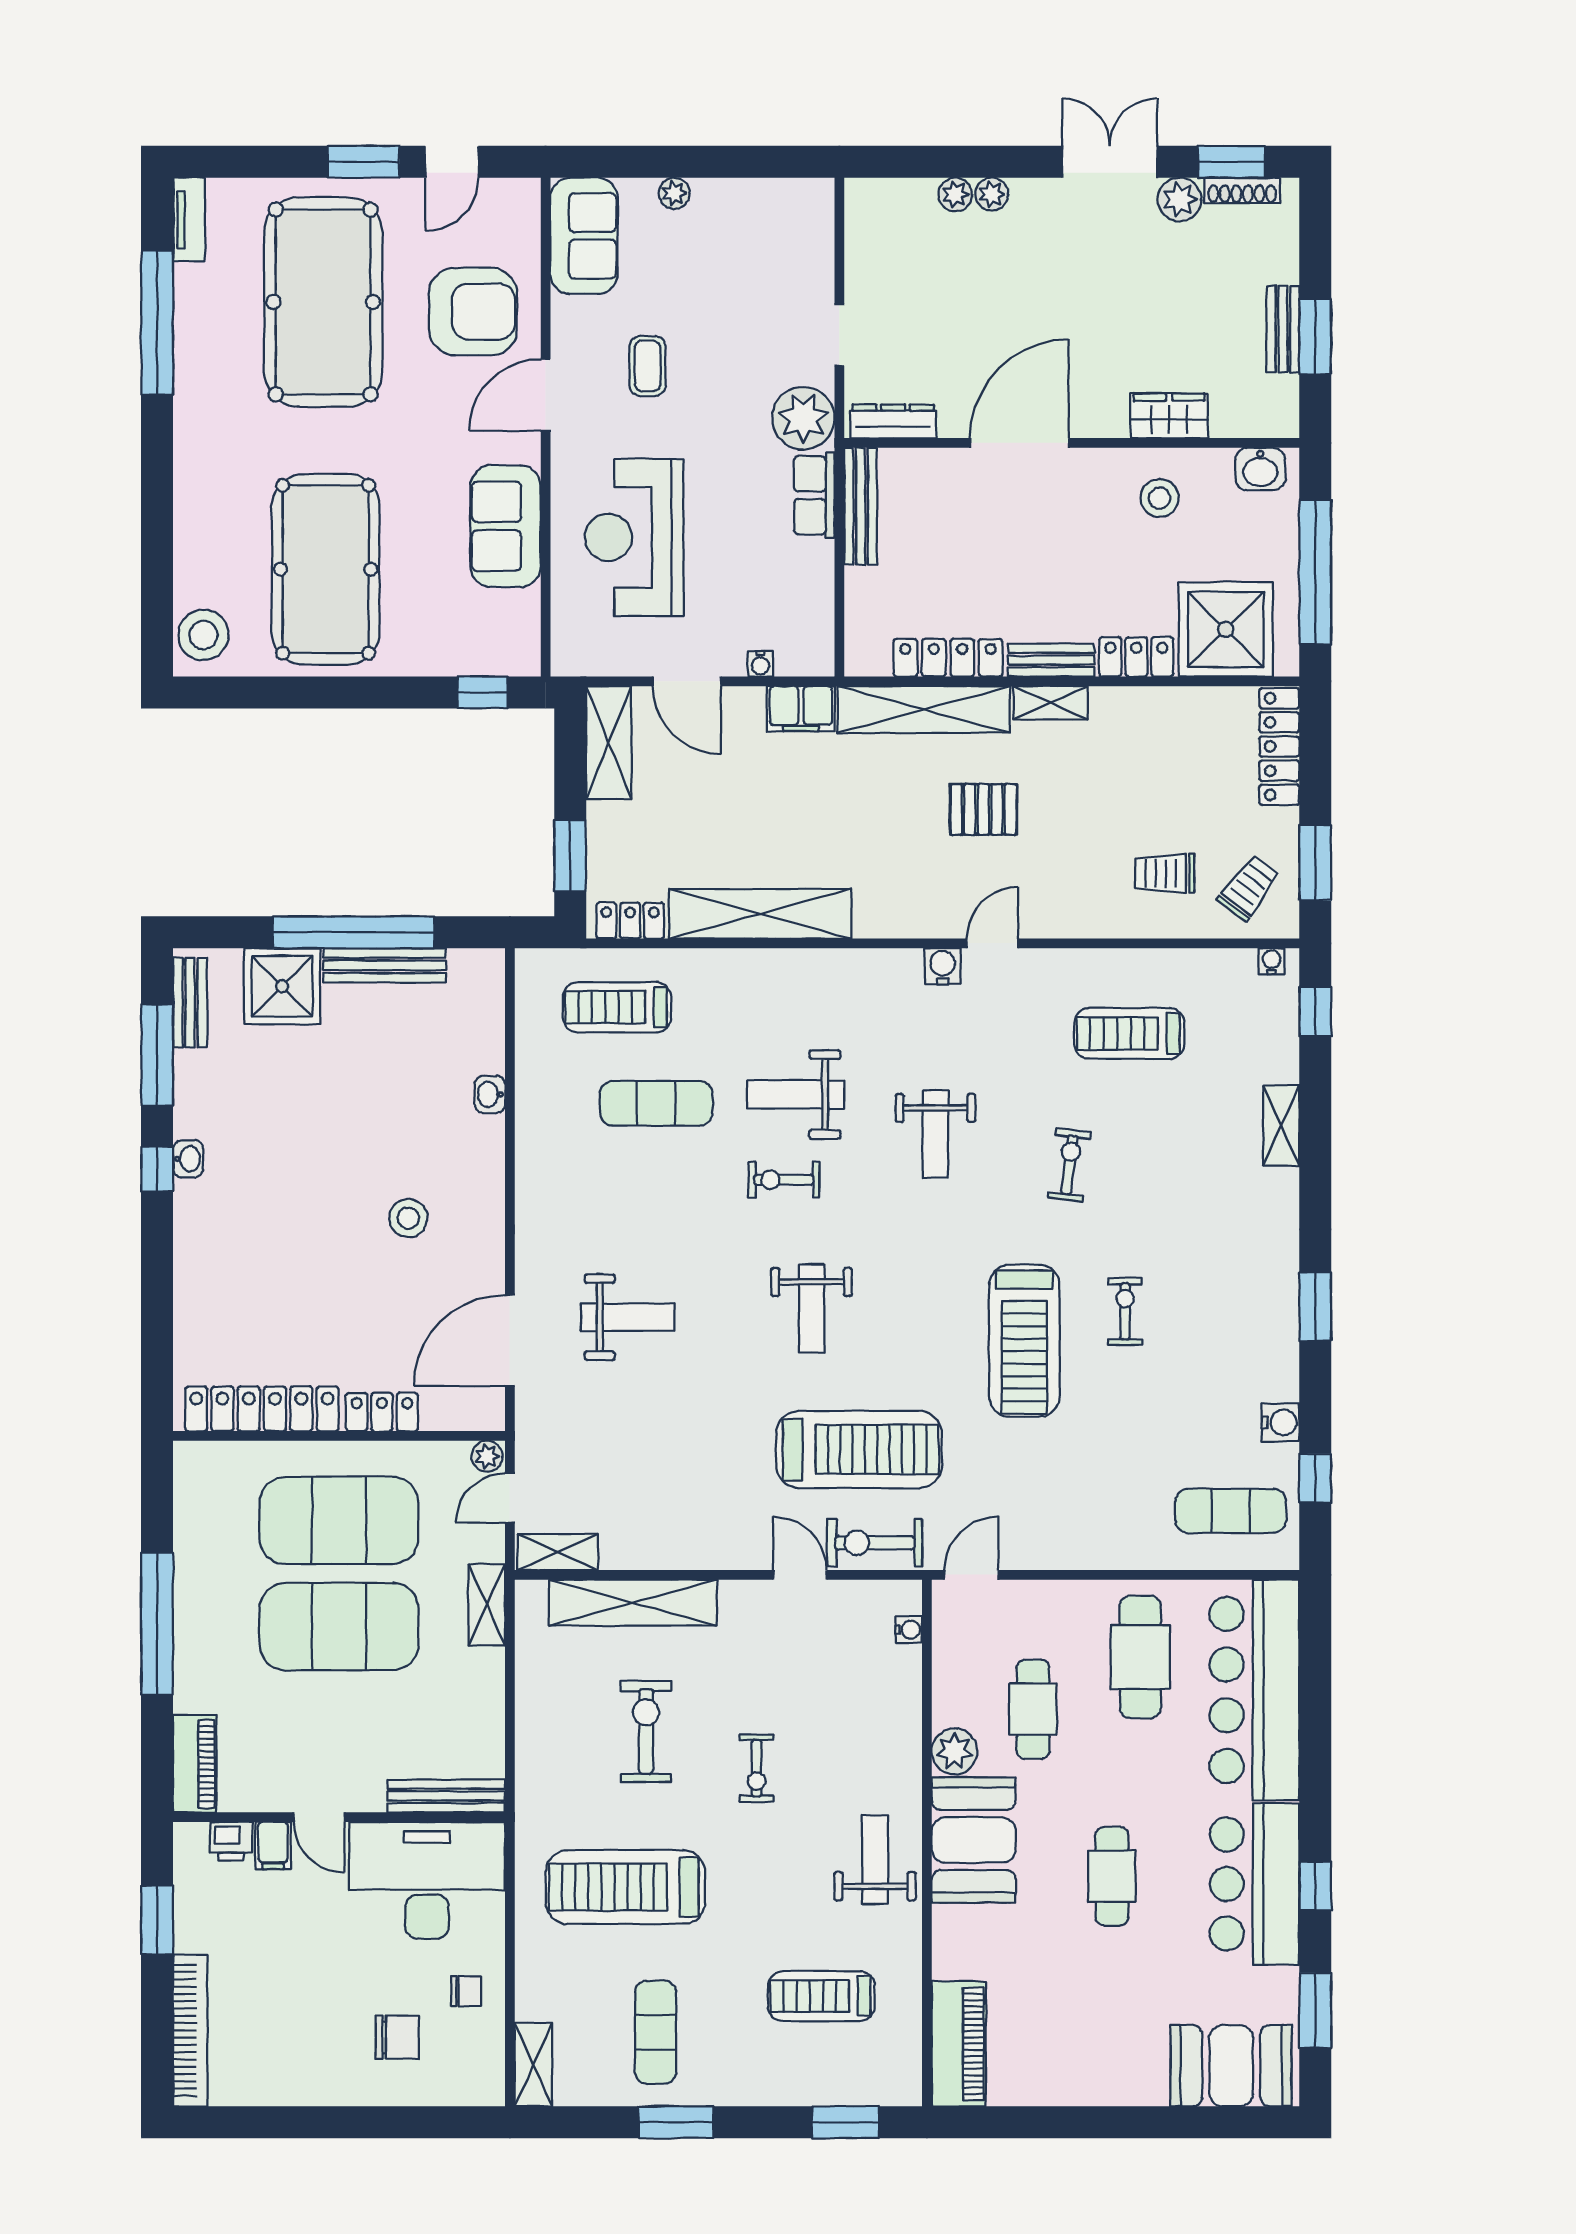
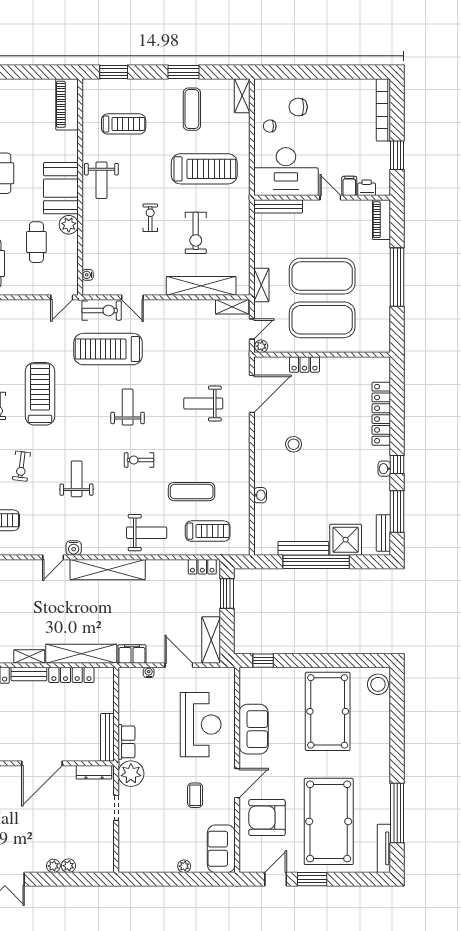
tv unit: (189, 220) -> (384, 848), width x1.41
pallet: (983, 809) -> (57, 613), removed
shelving: (760, 914) -> (108, 570), moved
weight bench: (796, 1094) -> (147, 533), moved
exercise bike: (784, 1180) -> (139, 460), turned 180
locker: (262, 1409) -> (381, 414), moved, turned 90

